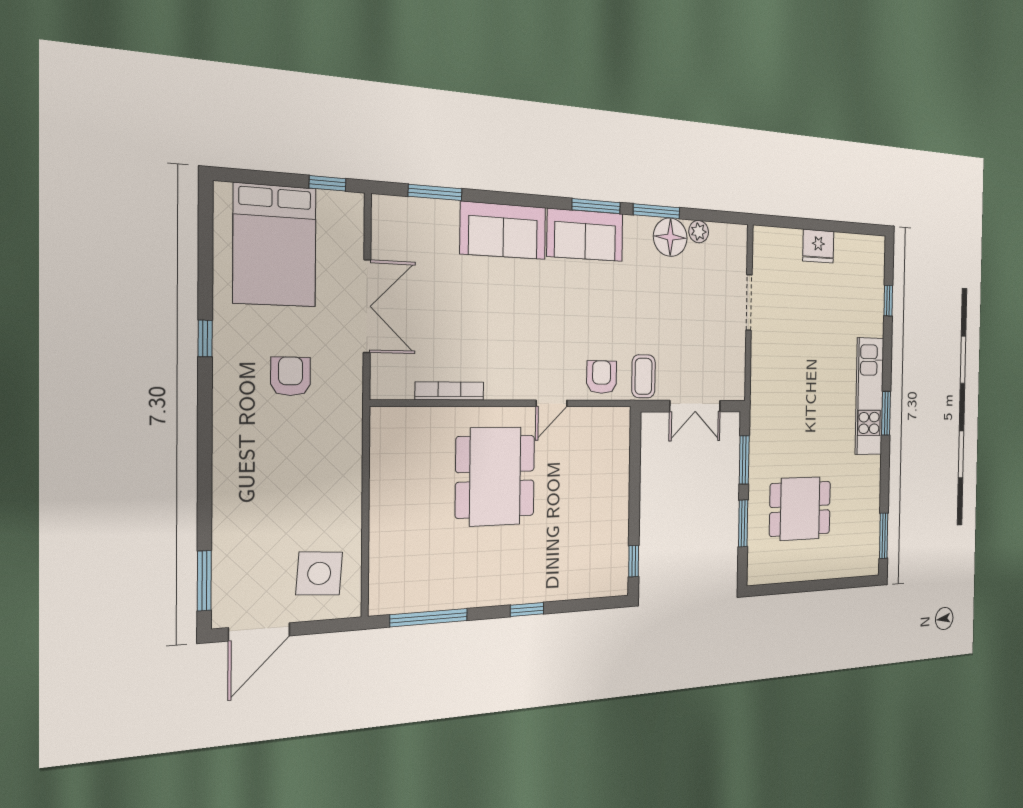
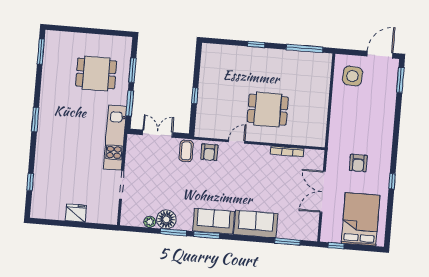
kitchen unit: (869, 396) -> (115, 138), moved, turned 180
dining table: (495, 476) -> (268, 110), width x0.73
window: (634, 561) -> (195, 96), moved

